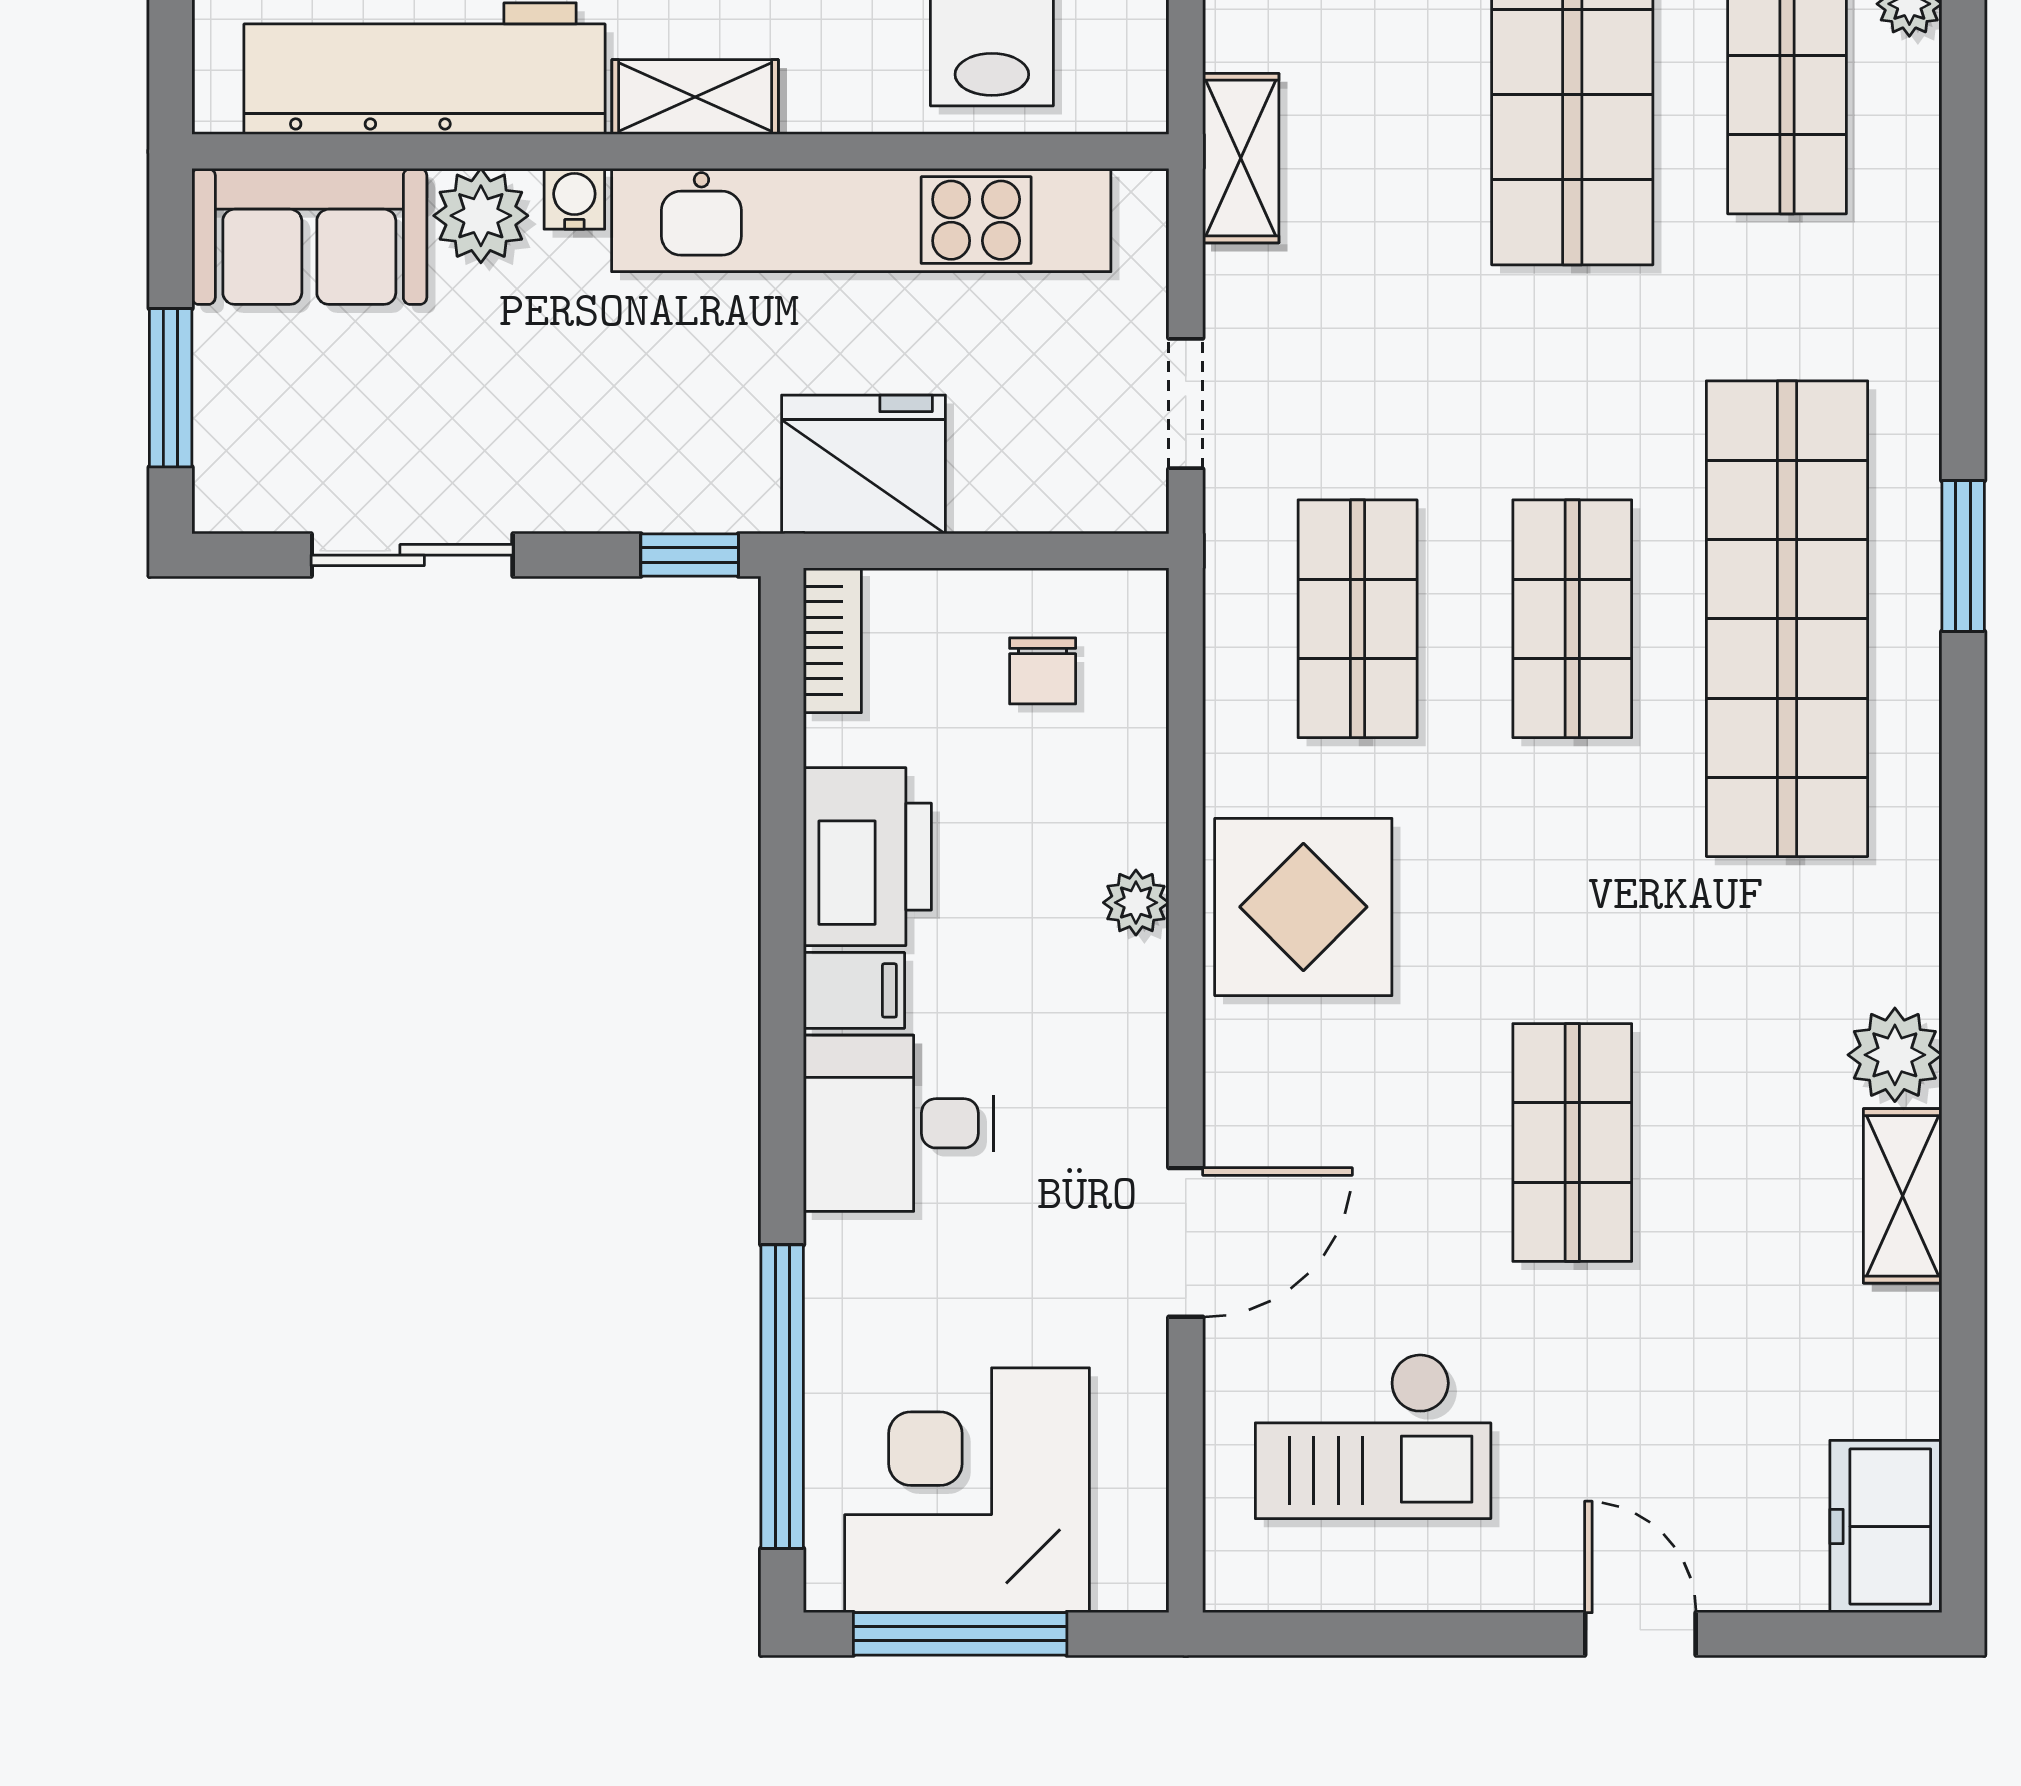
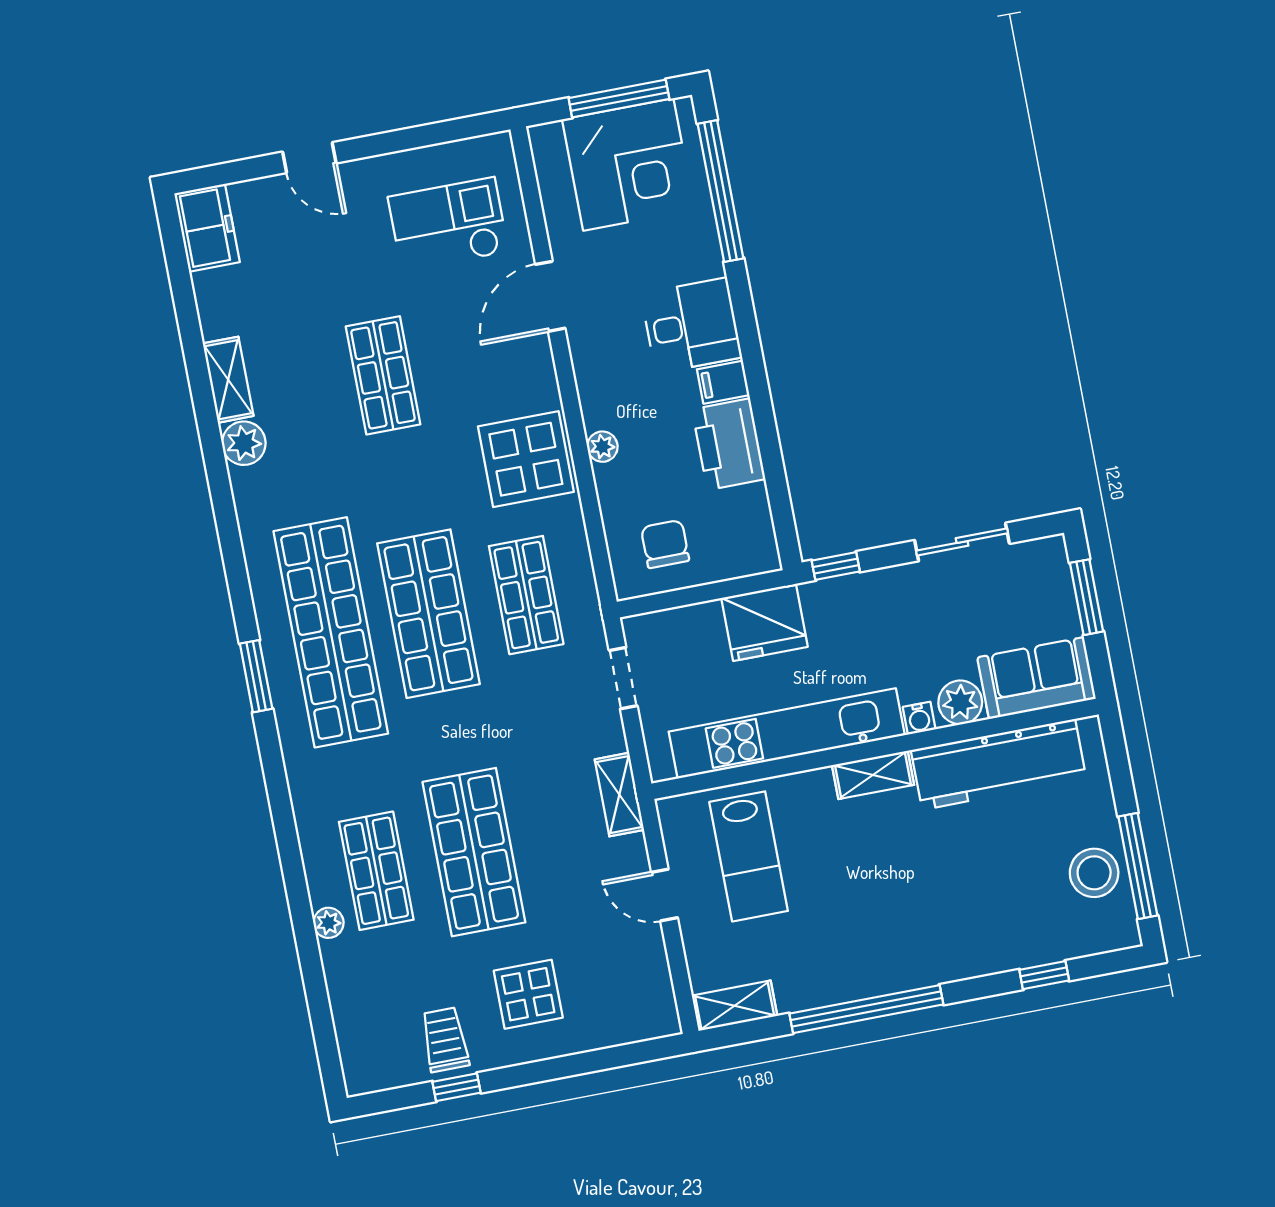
shop shelf: (1572, 619) -> (428, 614), width x1.43, depth x1.36
bookcase: (832, 640) -> (763, 540), removed
chair: (1043, 671) -> (665, 544), width x1.37, depth x1.37

